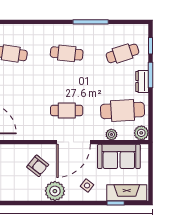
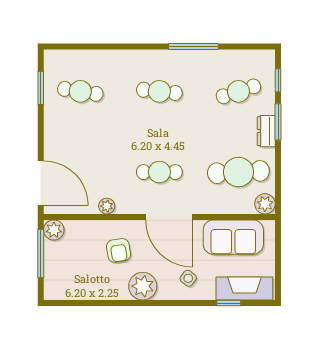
plant: (111, 134) -> (107, 206), moved
door: (74, 142) -> (169, 217), hinge flipped
armchair: (38, 166) -> (118, 250), turned 42

